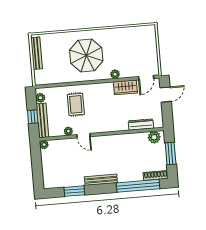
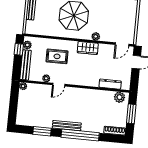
wardrobe: (125, 87) -> (88, 48), moved
rug: (76, 104) -> (57, 56), turned 90
window: (33, 117) -> (19, 49), moved
door: (83, 136) -> (59, 85), hinge flipped
window: (138, 186) -> (80, 135), moved

